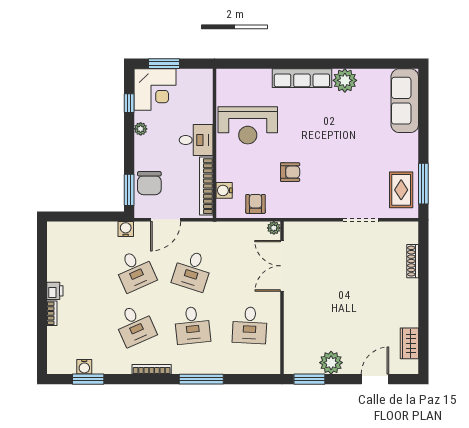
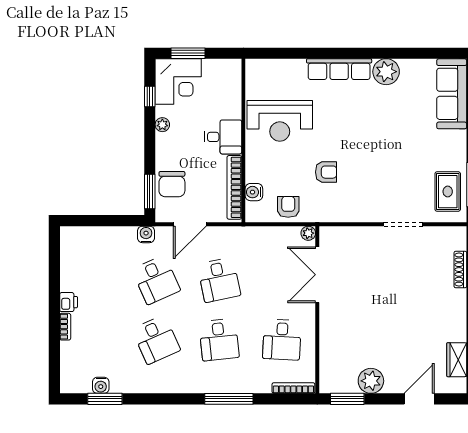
desk: (192, 271) -> (219, 280), turned -30
bookcase: (152, 369) -> (293, 388), moved

